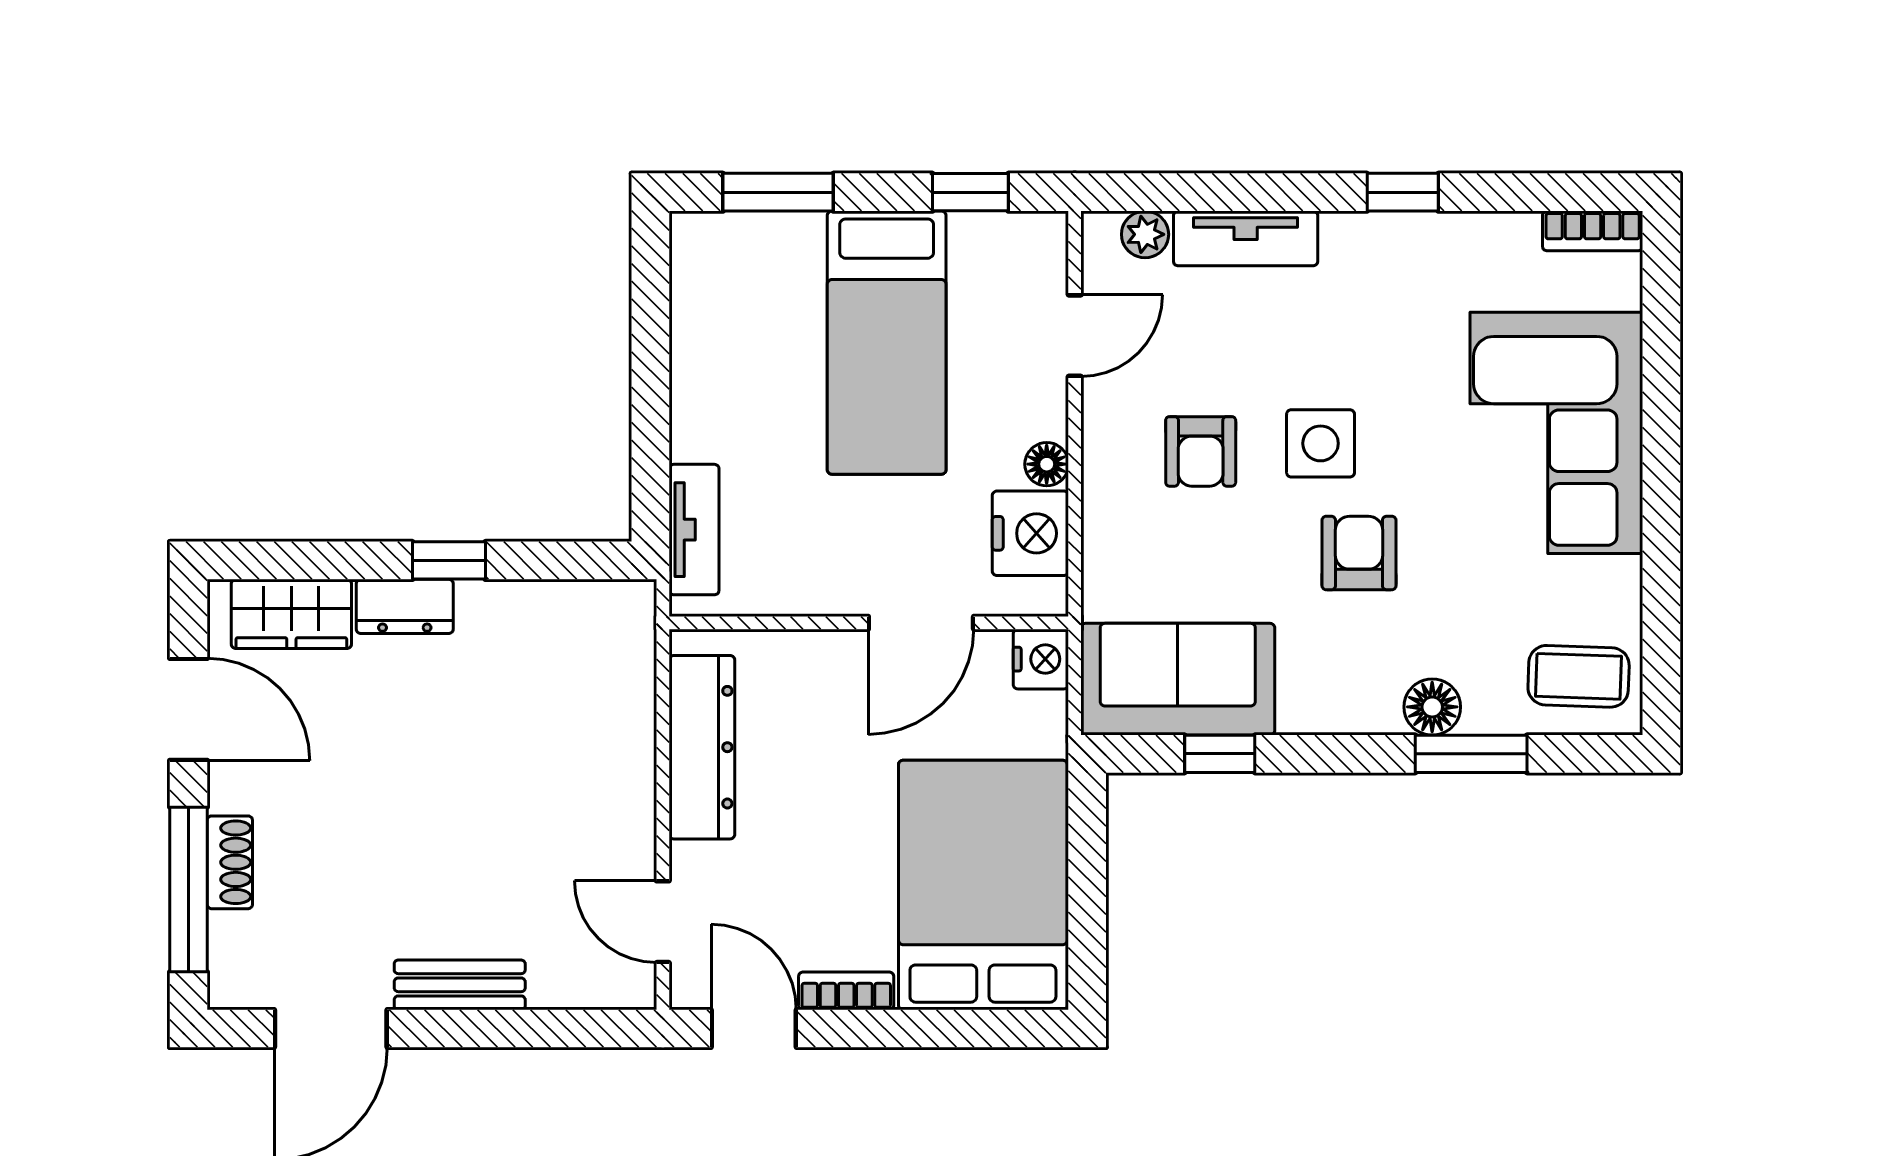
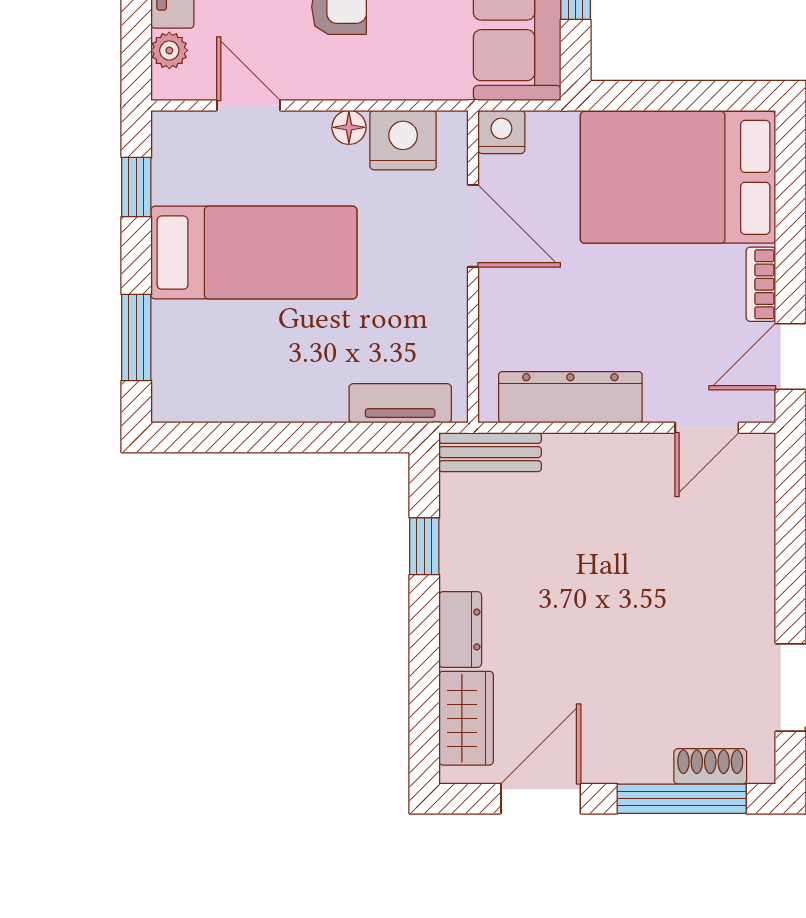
window: (449, 560) -> (424, 546), moved
shoe rack: (230, 862) -> (710, 766), moved
bench: (460, 985) -> (490, 452), moved, turned 90

